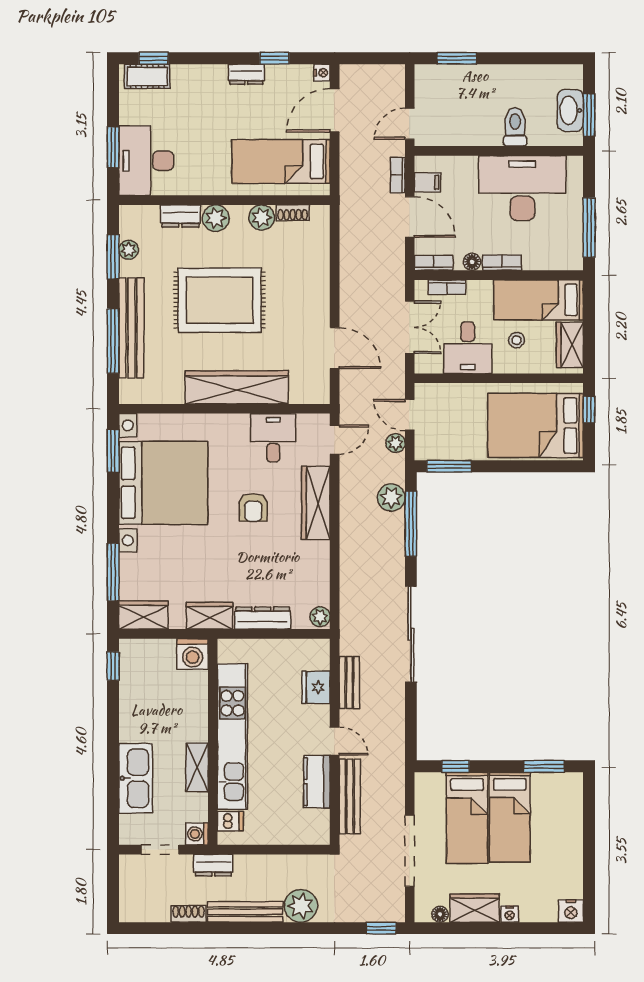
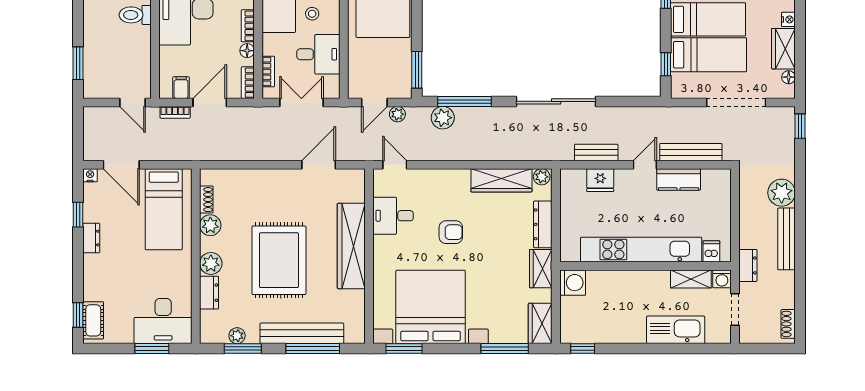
wardrobe: (316, 503) -> (501, 180), moved
shelving: (197, 767) -> (691, 279), moved
shoe rack: (189, 914) -> (788, 324), moved

